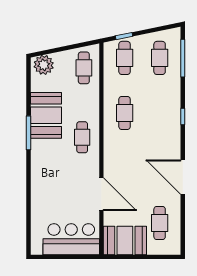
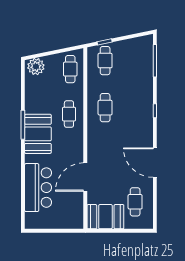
cafe table: (160, 58) -> (135, 61), removed
booth: (46, 115) -> (38, 134), moved
cafe table: (82, 137) -> (69, 114), moved
door: (101, 194) -> (85, 177), swing flipped
bar counter: (71, 239) -> (38, 188), moved, turned 90

